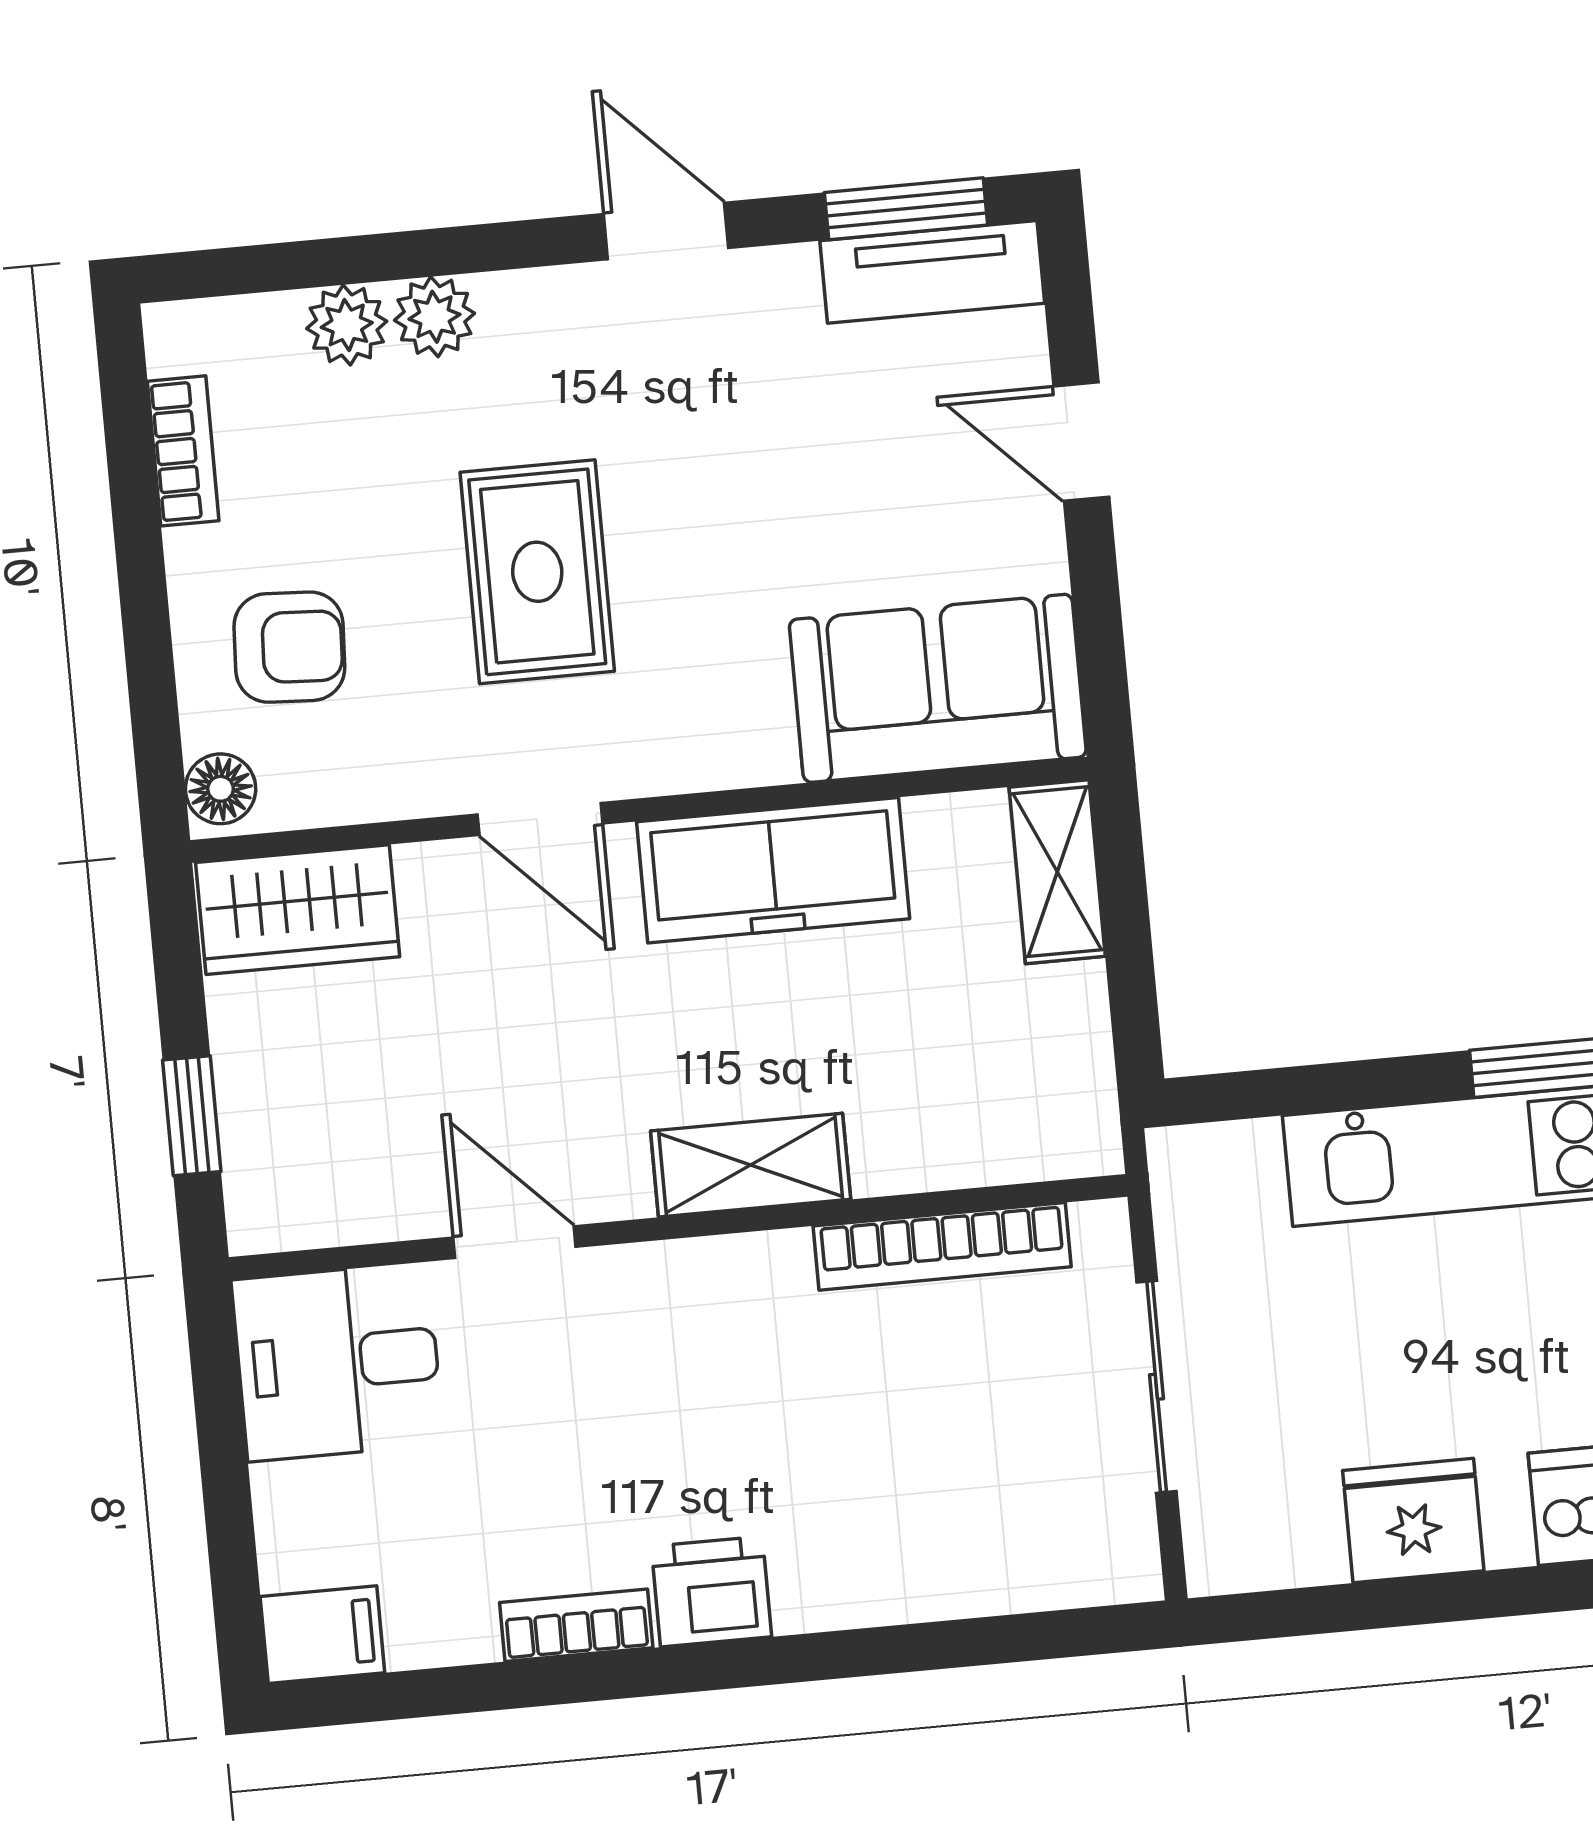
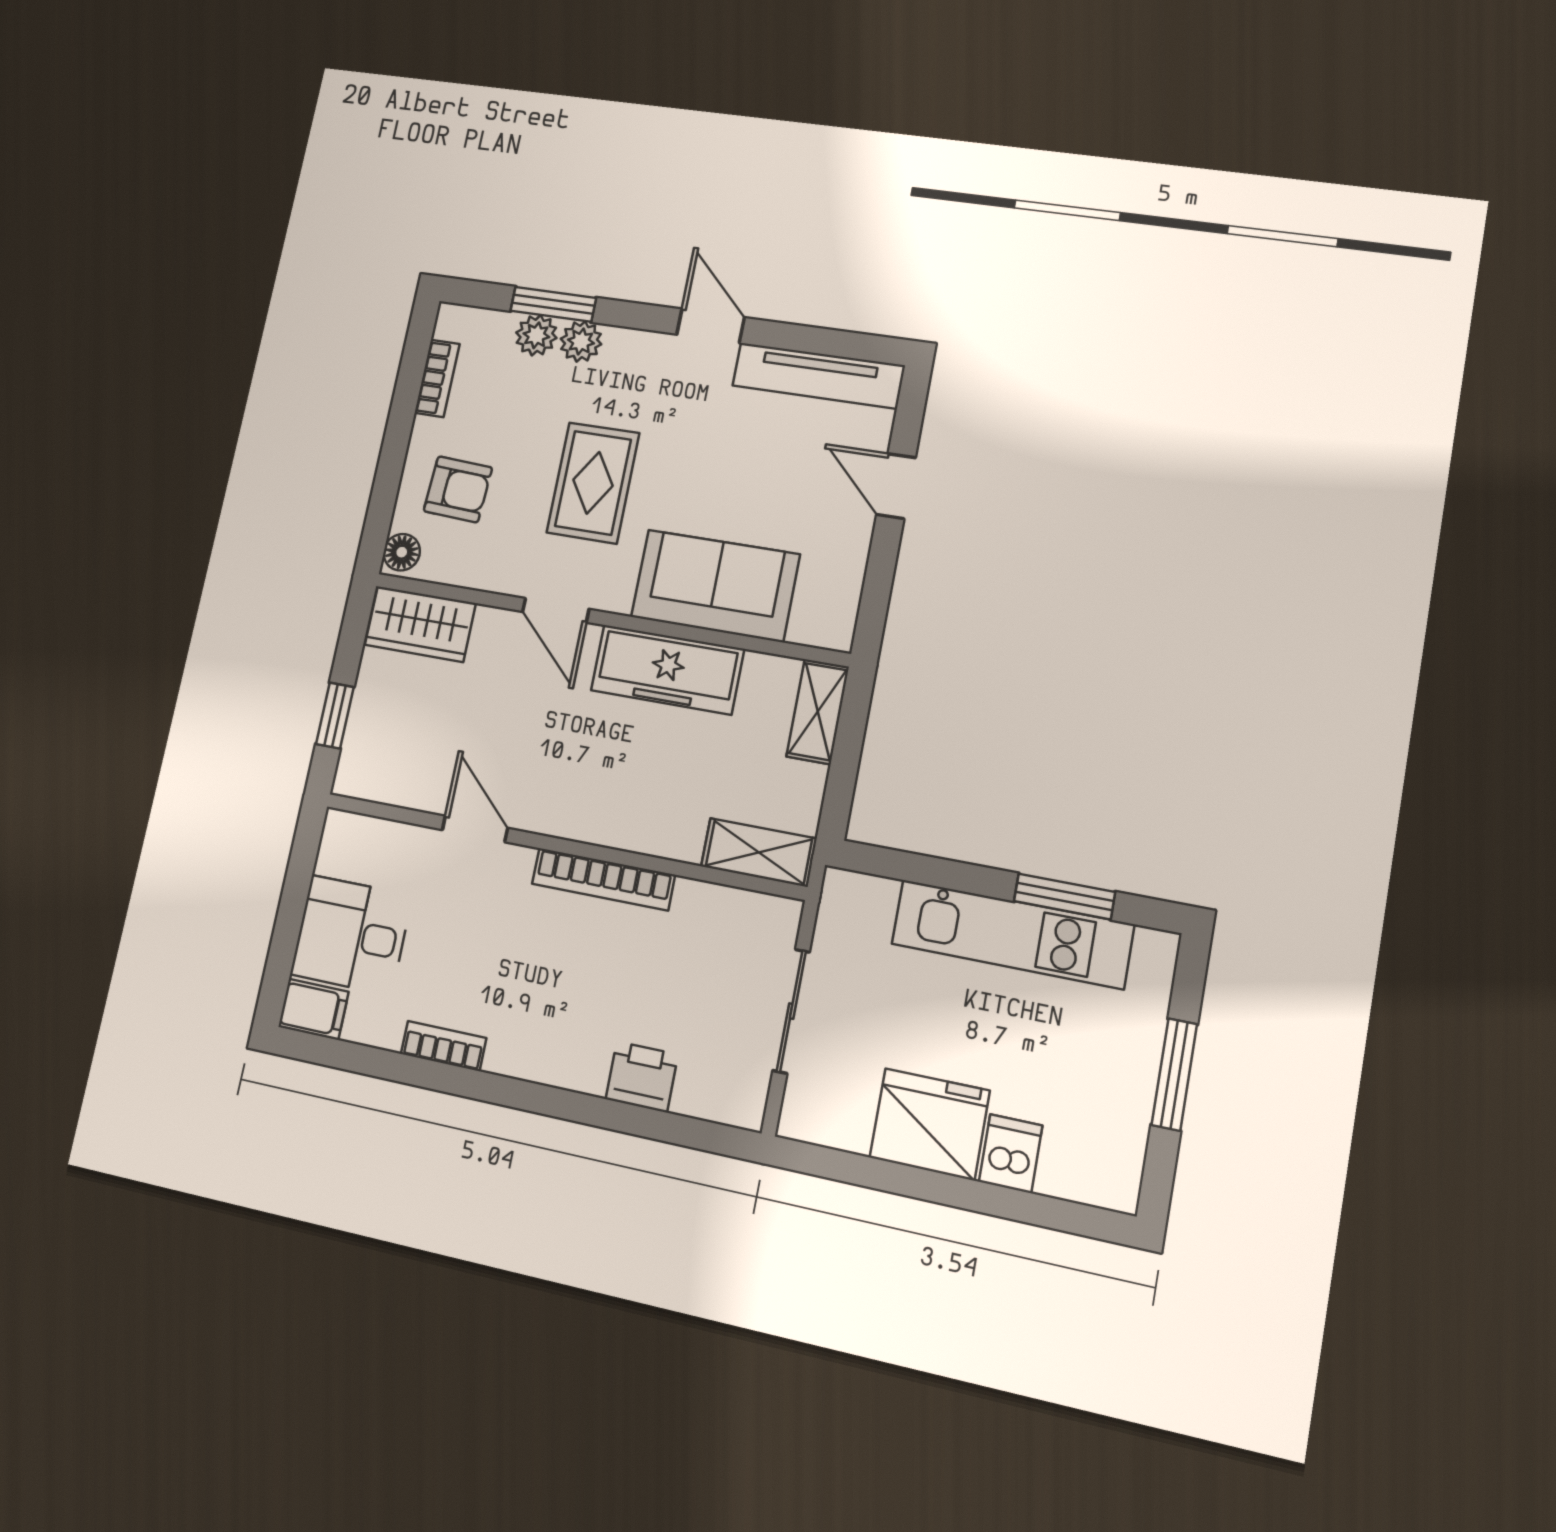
window: (906, 209) -> (553, 304), moved
tv unit: (932, 272) -> (818, 376), width x1.41
sofa: (938, 688) -> (715, 586), moved
shelving: (751, 1165) -> (759, 852), moved
bookcase: (942, 1246) -> (603, 879), moved
desk: (338, 1362) -> (351, 935), moved
fridge: (1413, 1521) -> (930, 1124), width x1.36, depth x1.34
printer: (711, 1592) -> (642, 1077), moved

